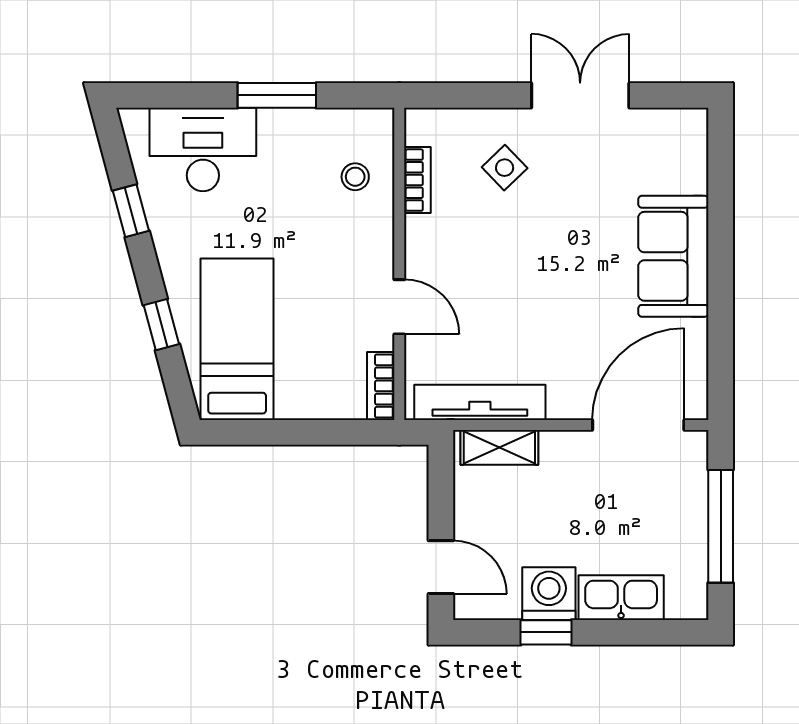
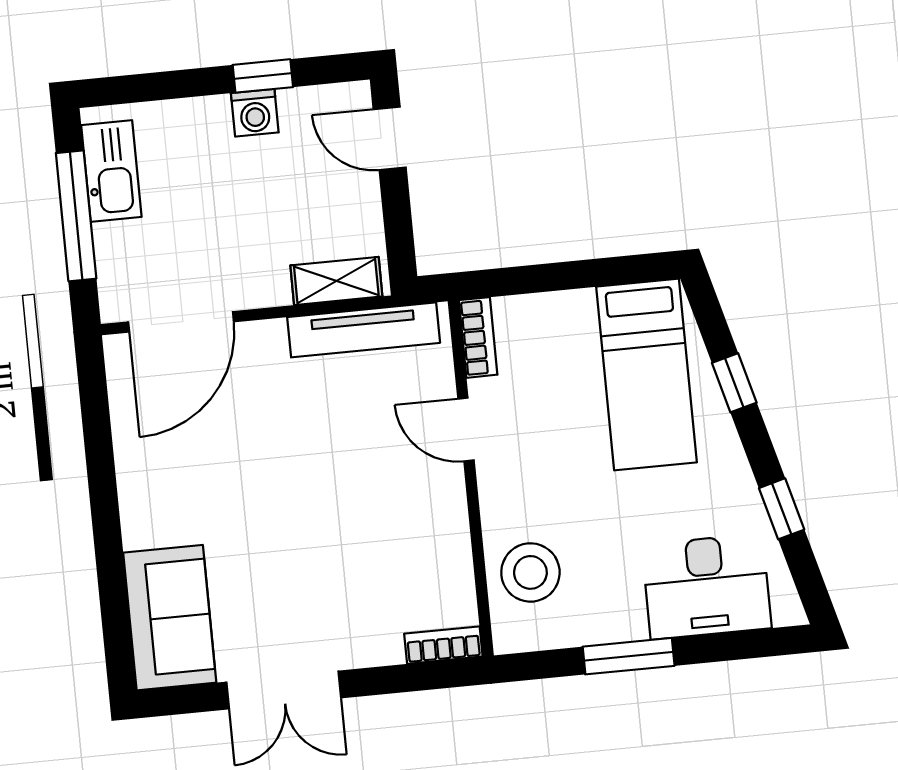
side table: (505, 168) -> (362, 599), removed
stool: (355, 177) -> (530, 572), width x1.89, depth x1.89
bookcase: (417, 180) -> (443, 645), moved, turned 90
sofa: (673, 256) -> (170, 618), moved
washing machine: (549, 594) -> (255, 113), width x0.73, depth x0.73
kitchen sink: (621, 598) -> (111, 171), moved, turned -90

